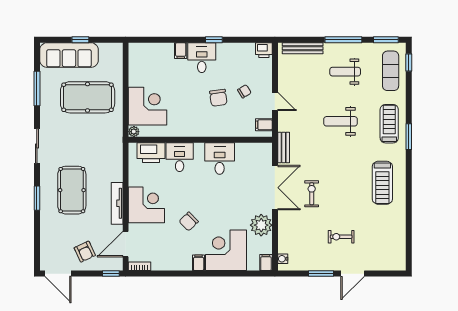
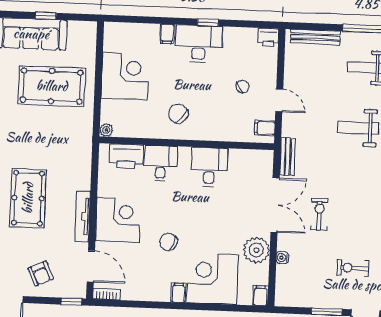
desk: (202, 58) -> (199, 44), width x1.37
chair: (218, 98) -> (178, 114), moved, turned 139
corner desk: (147, 106) -> (125, 76), moved
chair: (189, 221) -> (168, 242), turned 67
door: (126, 244) -> (91, 266), swing flipped
water cooler: (283, 259) -> (282, 258), moved

